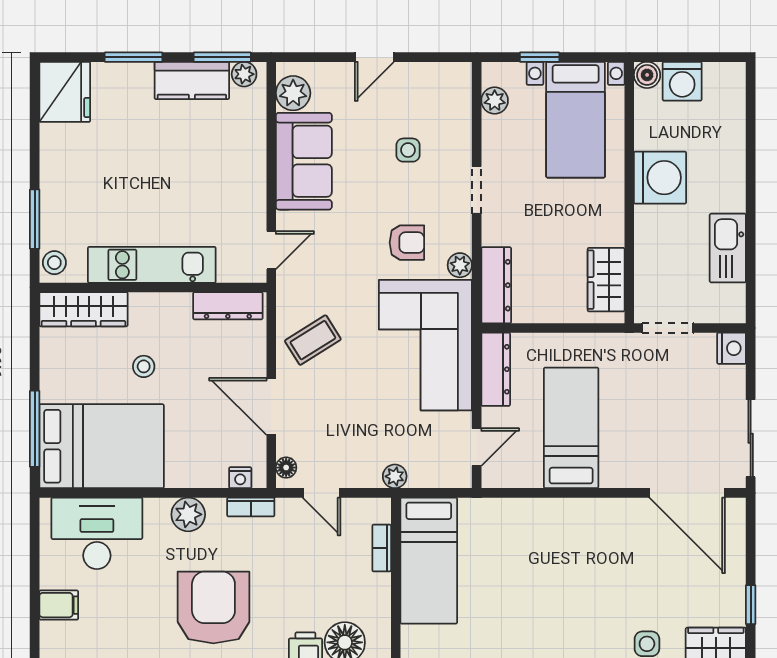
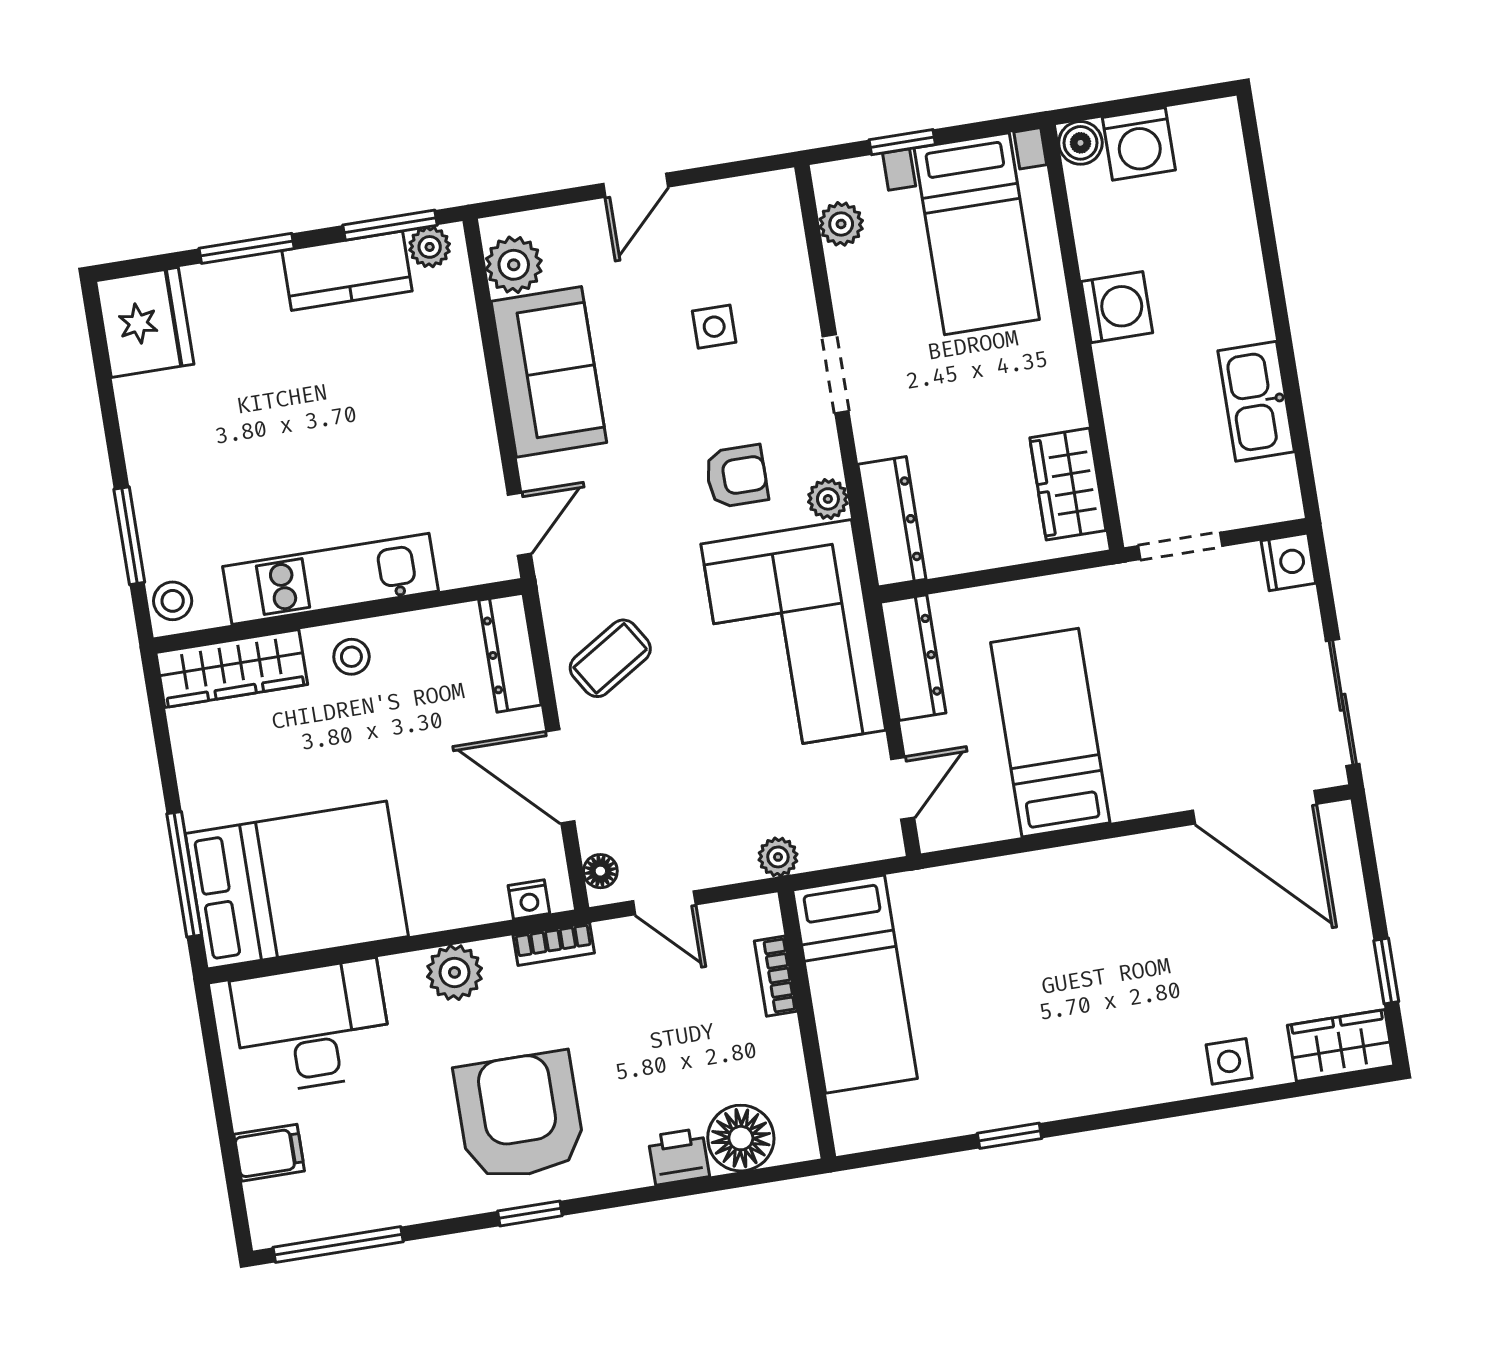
washing machine: (660, 178) -> (1117, 307), width x0.73, depth x0.73
dresser: (228, 306) -> (510, 653), moved, turned 90
stool: (144, 366) -> (351, 657), moved

